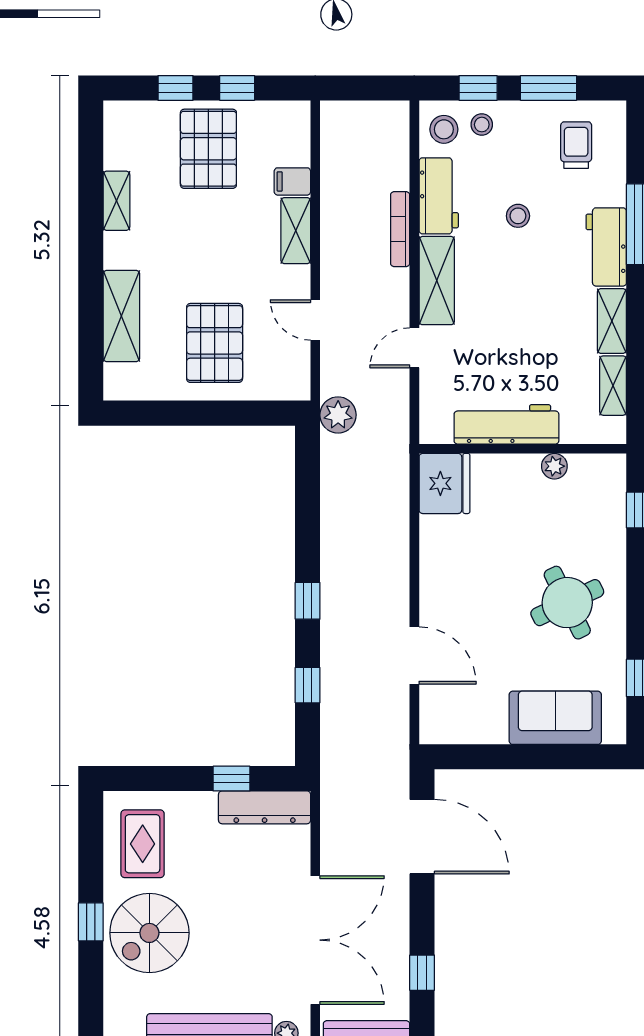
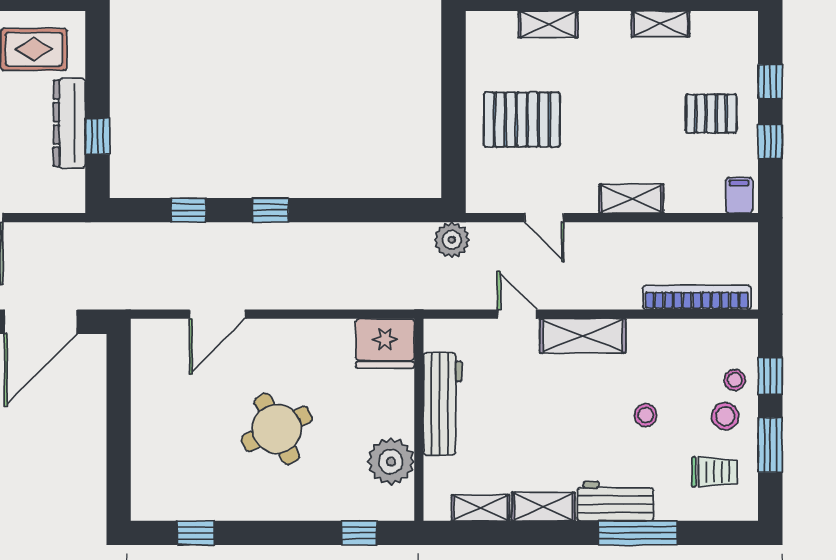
stool: (444, 129) -> (725, 416), moved
pallet: (208, 149) -> (711, 114), width x0.67, depth x0.71
filing cabinet: (292, 181) -> (739, 195), moved
workbench: (439, 196) -> (665, 338), removed
bookcase: (400, 229) -> (697, 297), moved, width x1.48, depth x1.31
shelving: (121, 316) -> (548, 24), width x0.67, depth x0.75
door: (315, 320) -> (544, 218), swing flipped
plant: (554, 466) -> (391, 462), width x1.88, depth x1.88
round table: (567, 603) -> (277, 429), moved
sofa: (555, 718) -> (157, 451), removed
dresser: (265, 807) -> (69, 123), moved

